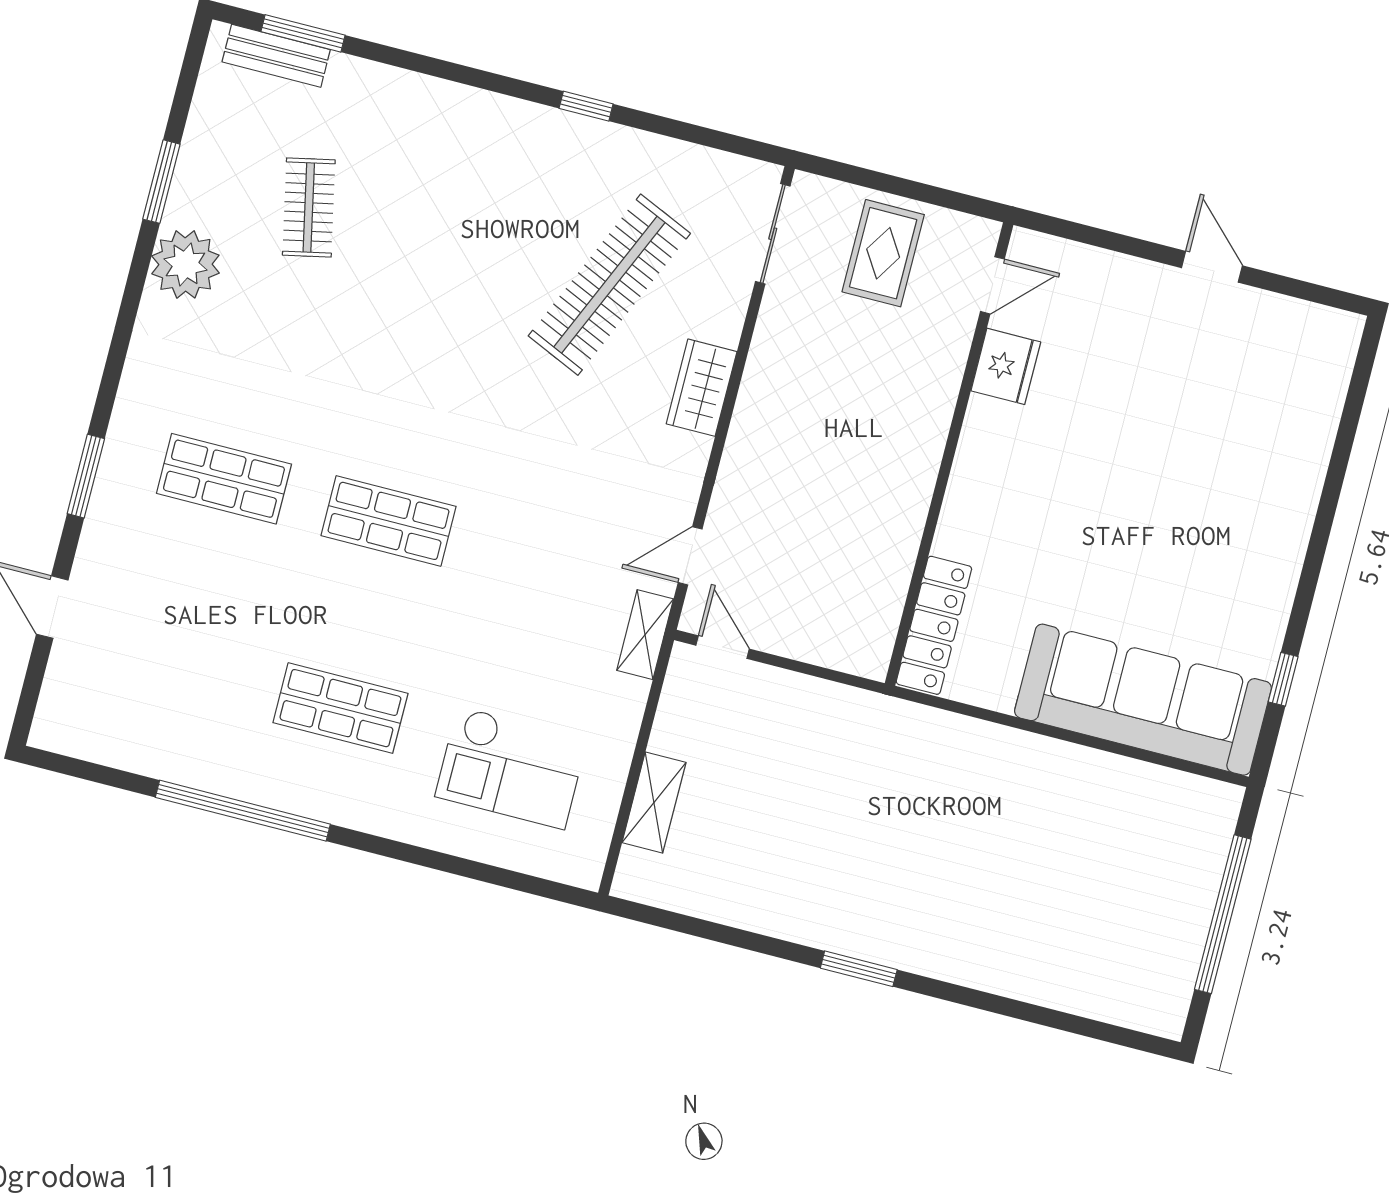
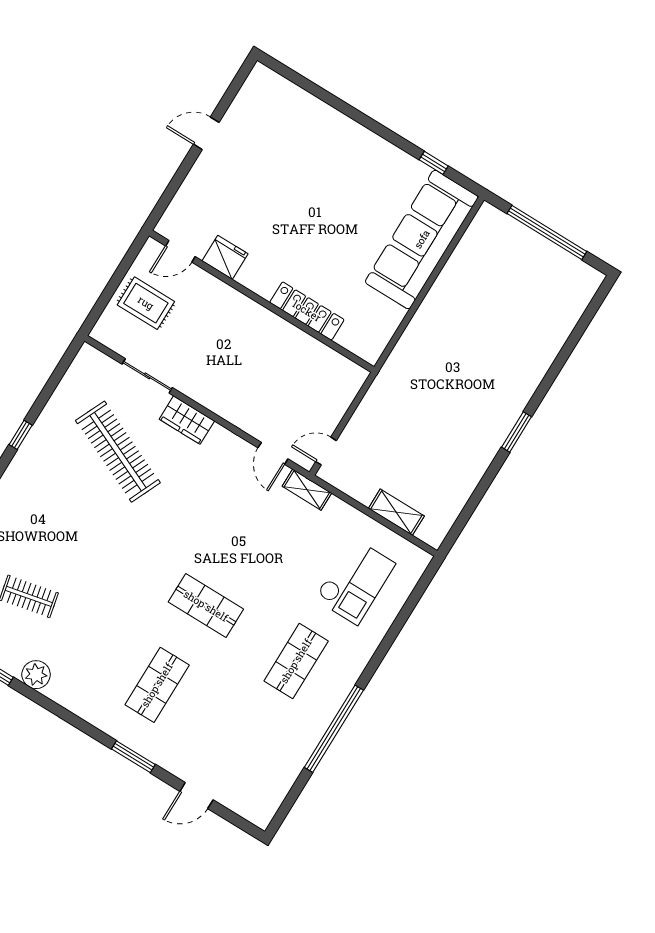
sliding door: (773, 234) -> (147, 376), moved
plant: (185, 264) -> (36, 675), width x0.73, depth x0.73
door: (992, 285) -> (180, 251), swing flipped
shop shelf: (389, 521) -> (206, 606), turned 90
locker: (934, 625) -> (307, 311), moved

